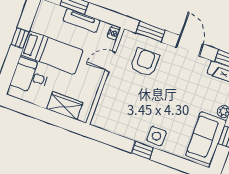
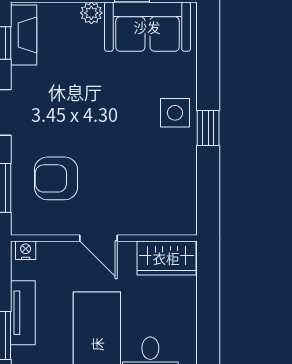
door: (110, 61) -> (99, 238), moved
wardrobe: (65, 106) -> (166, 258), moved, turned -90

